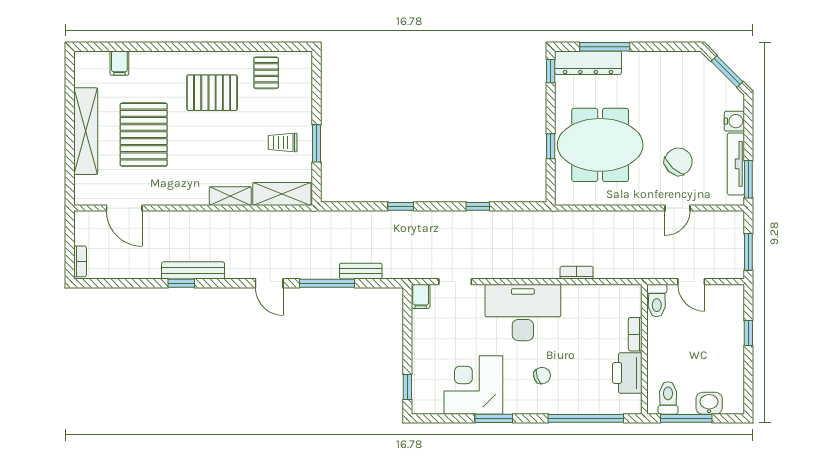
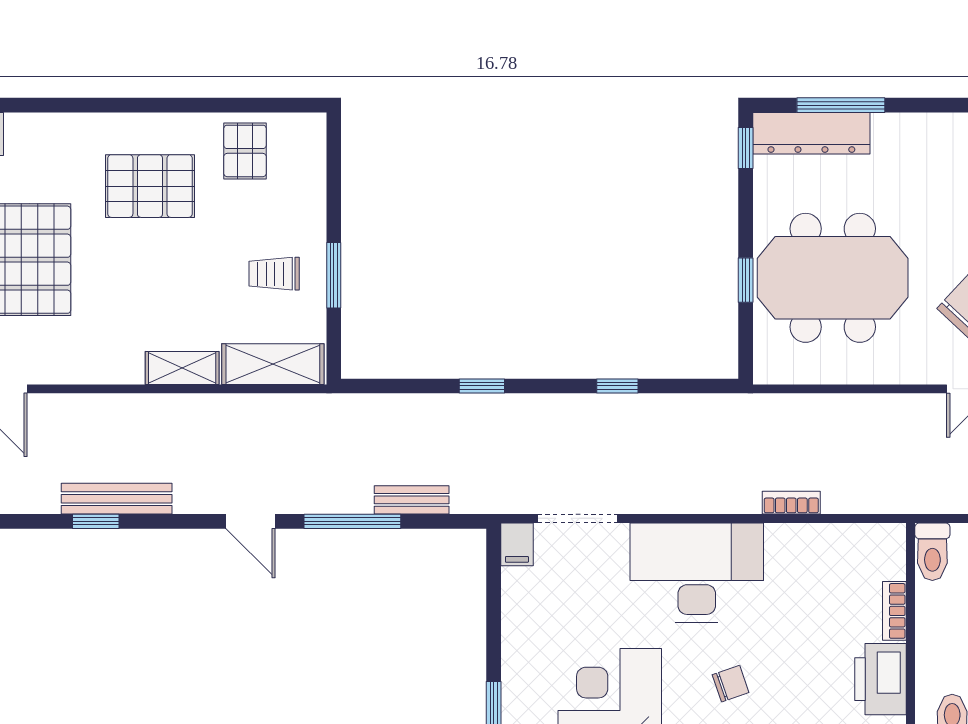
doorway: (455, 282) -> (578, 518), width x1.38

